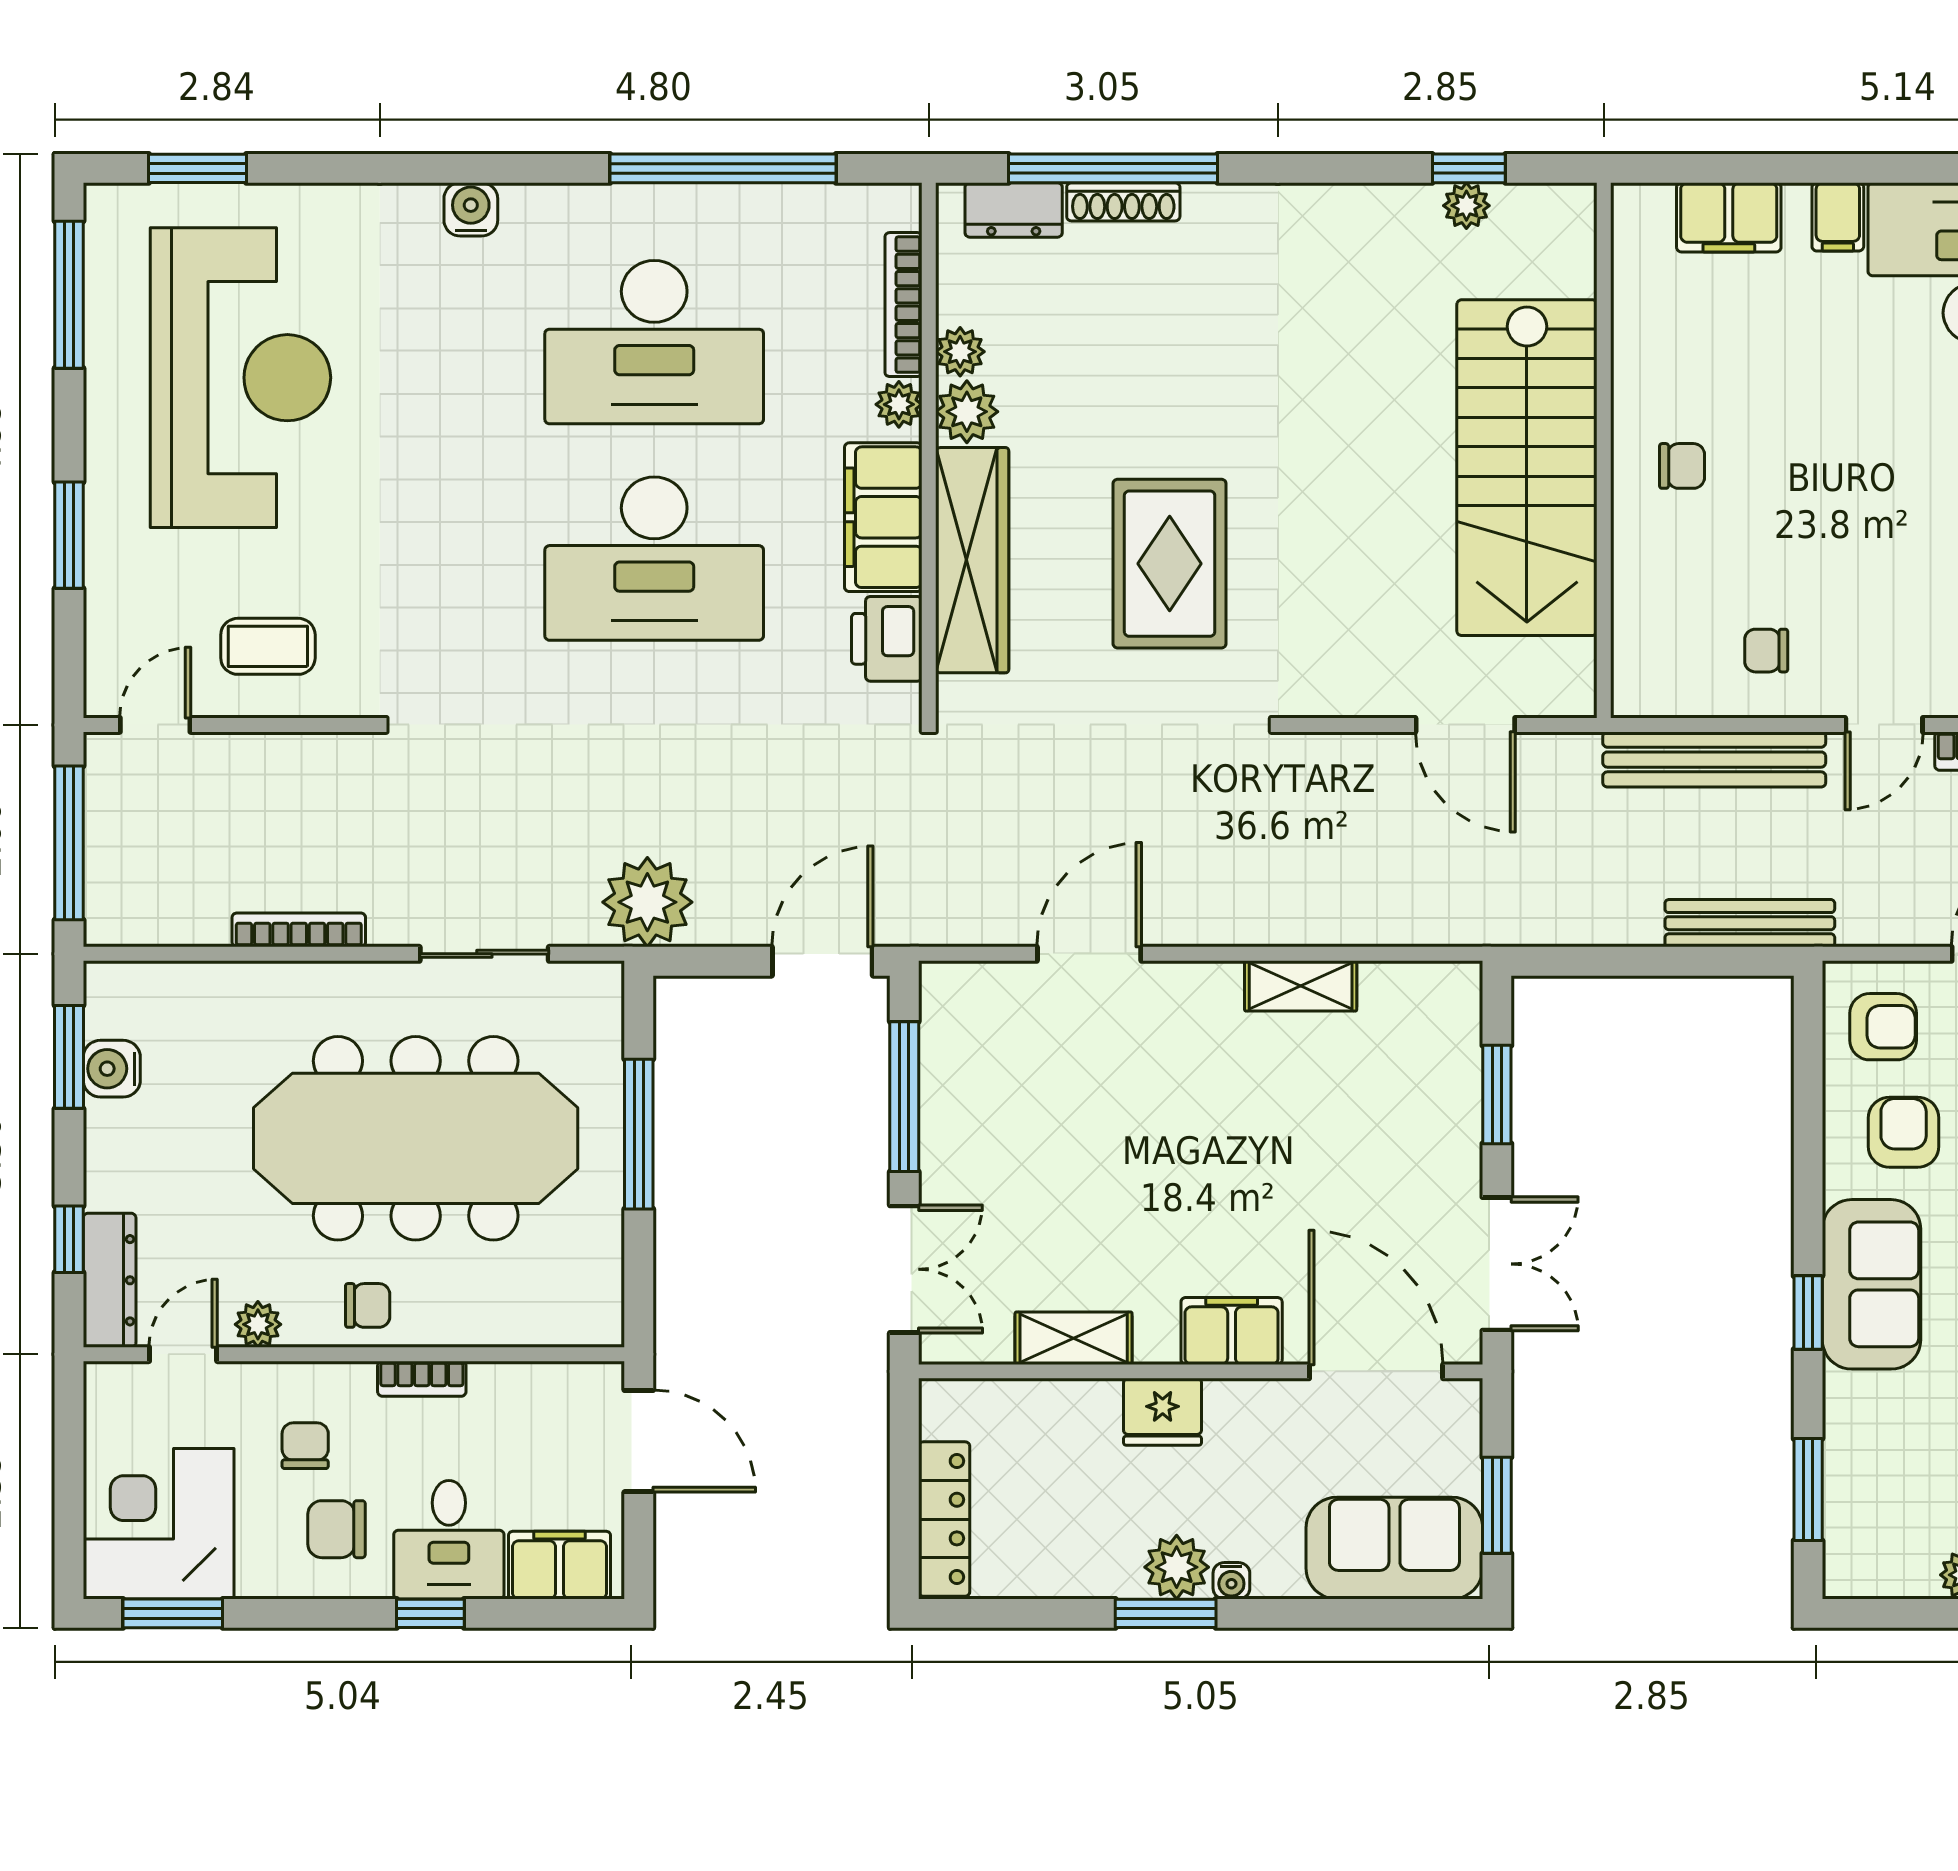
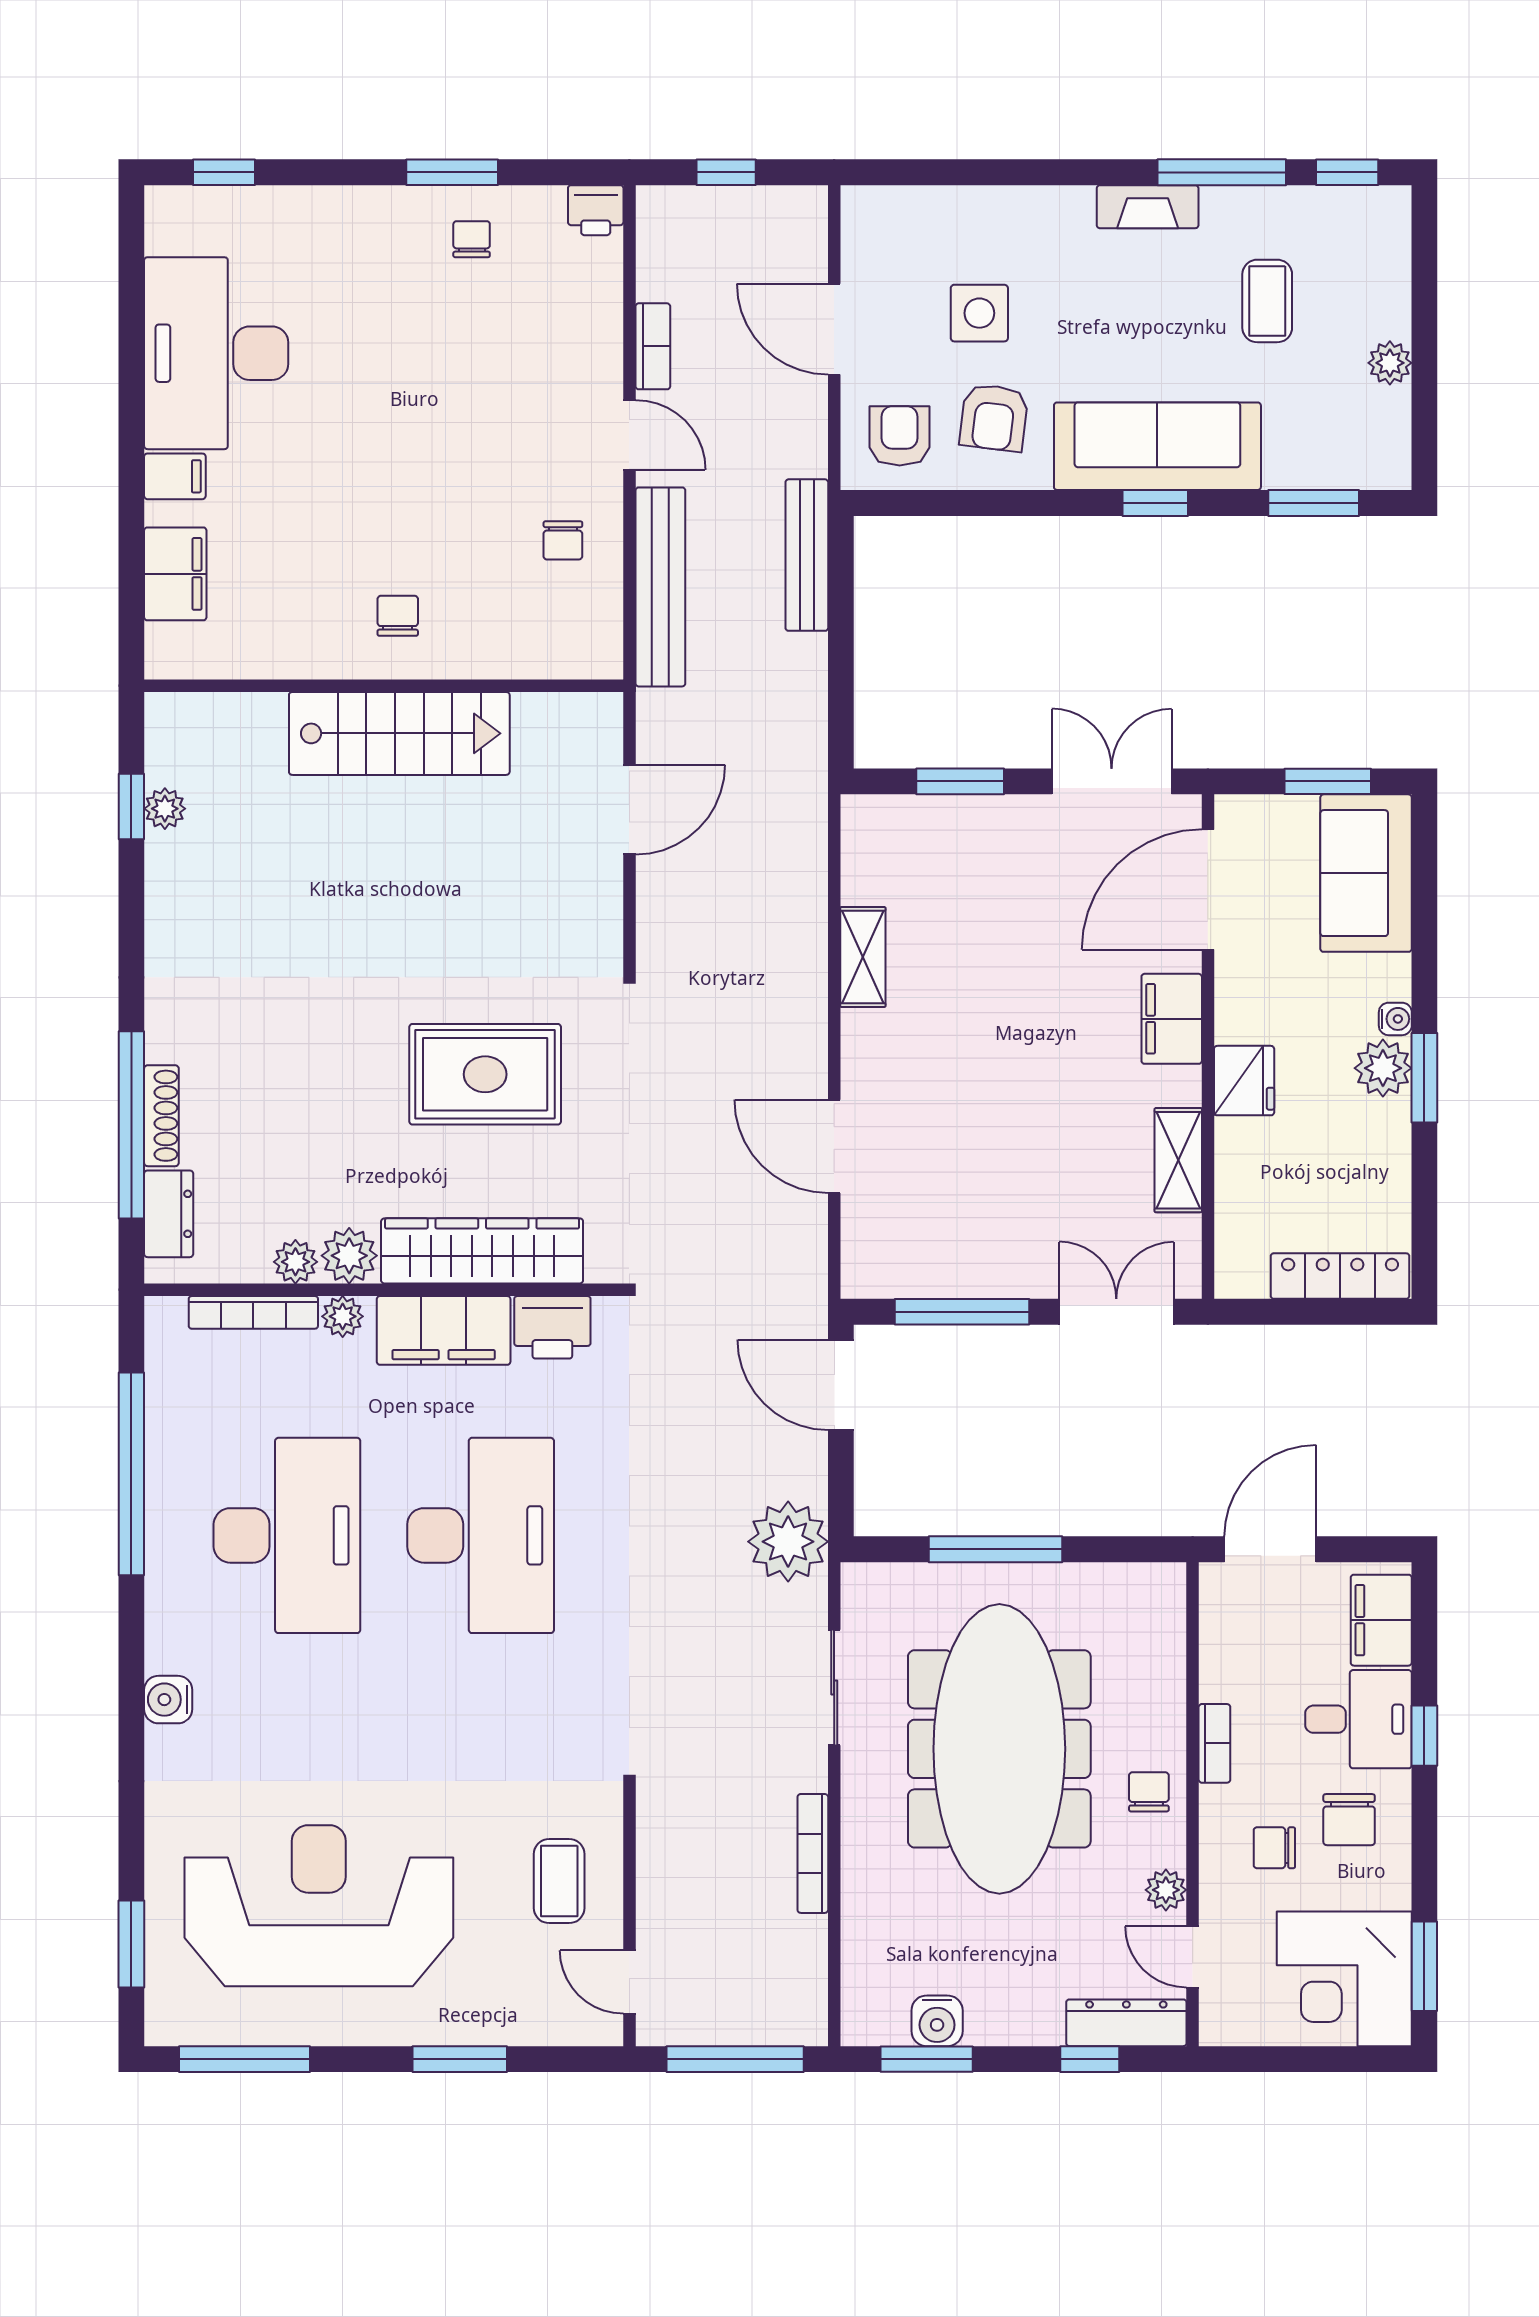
stairs: (1527, 468) -> (399, 733), width x0.73, depth x0.66
armchair: (1904, 1132) -> (994, 418), turned -83
sofa: (1871, 1284) -> (1157, 446), width x1.36

